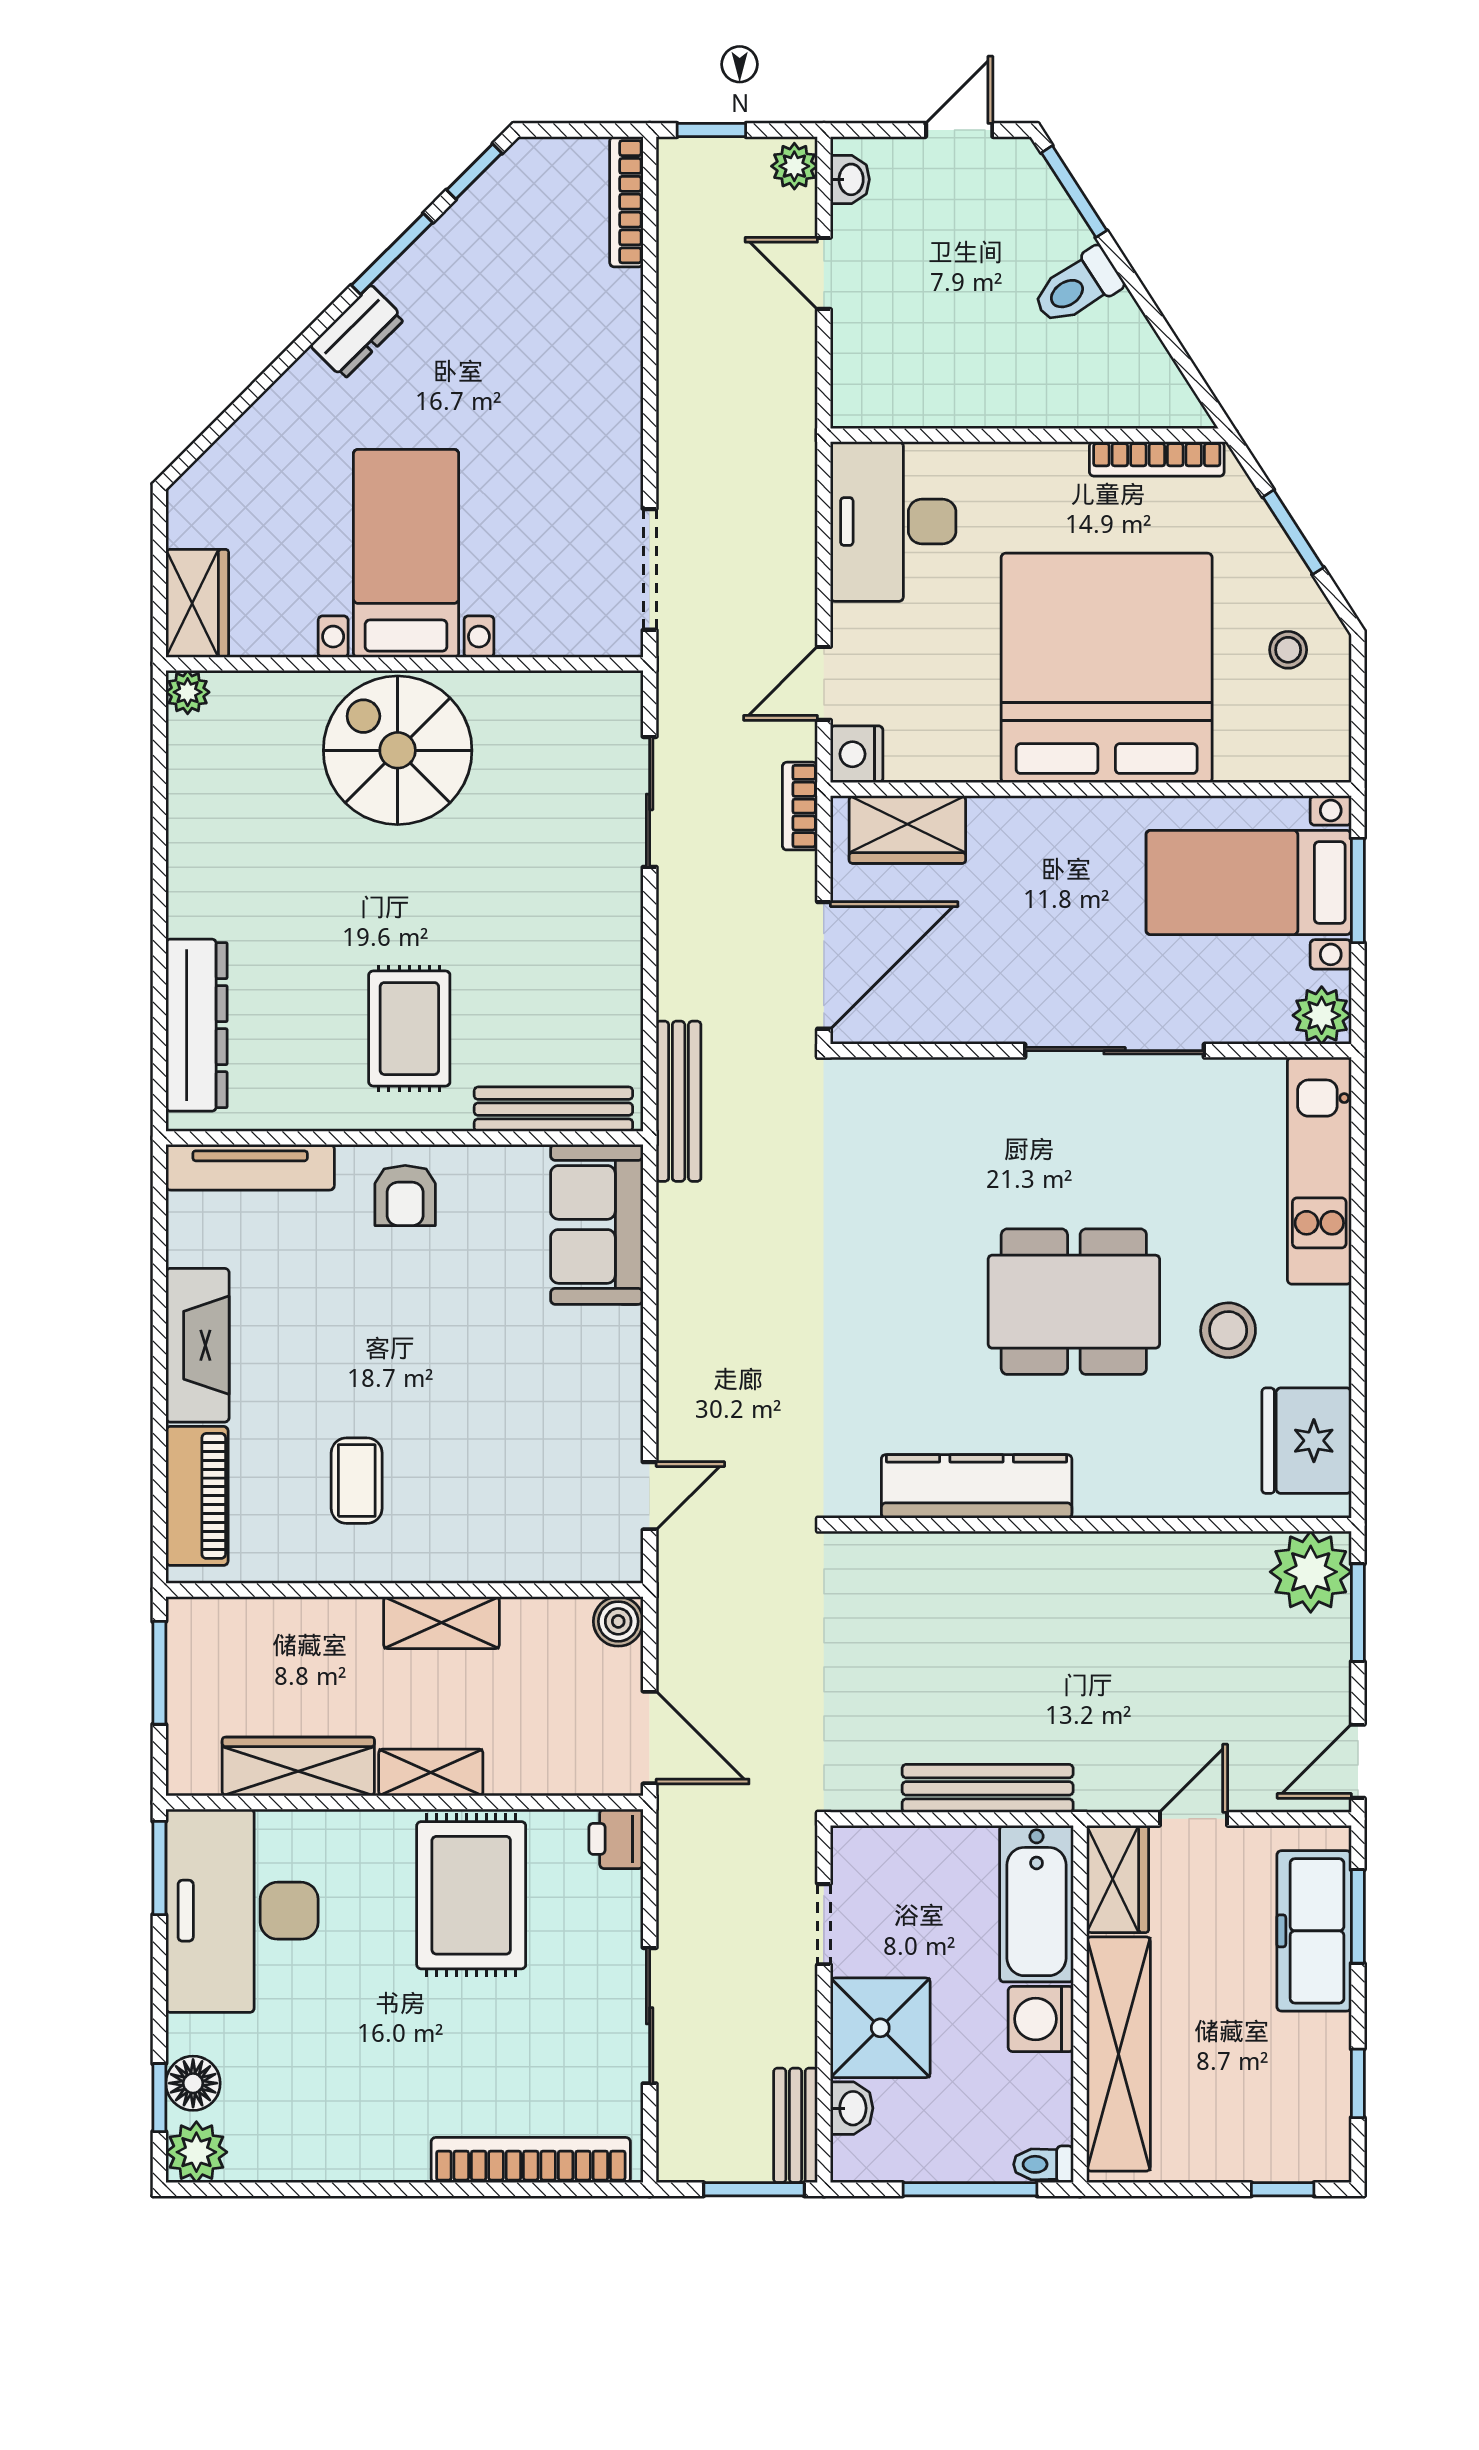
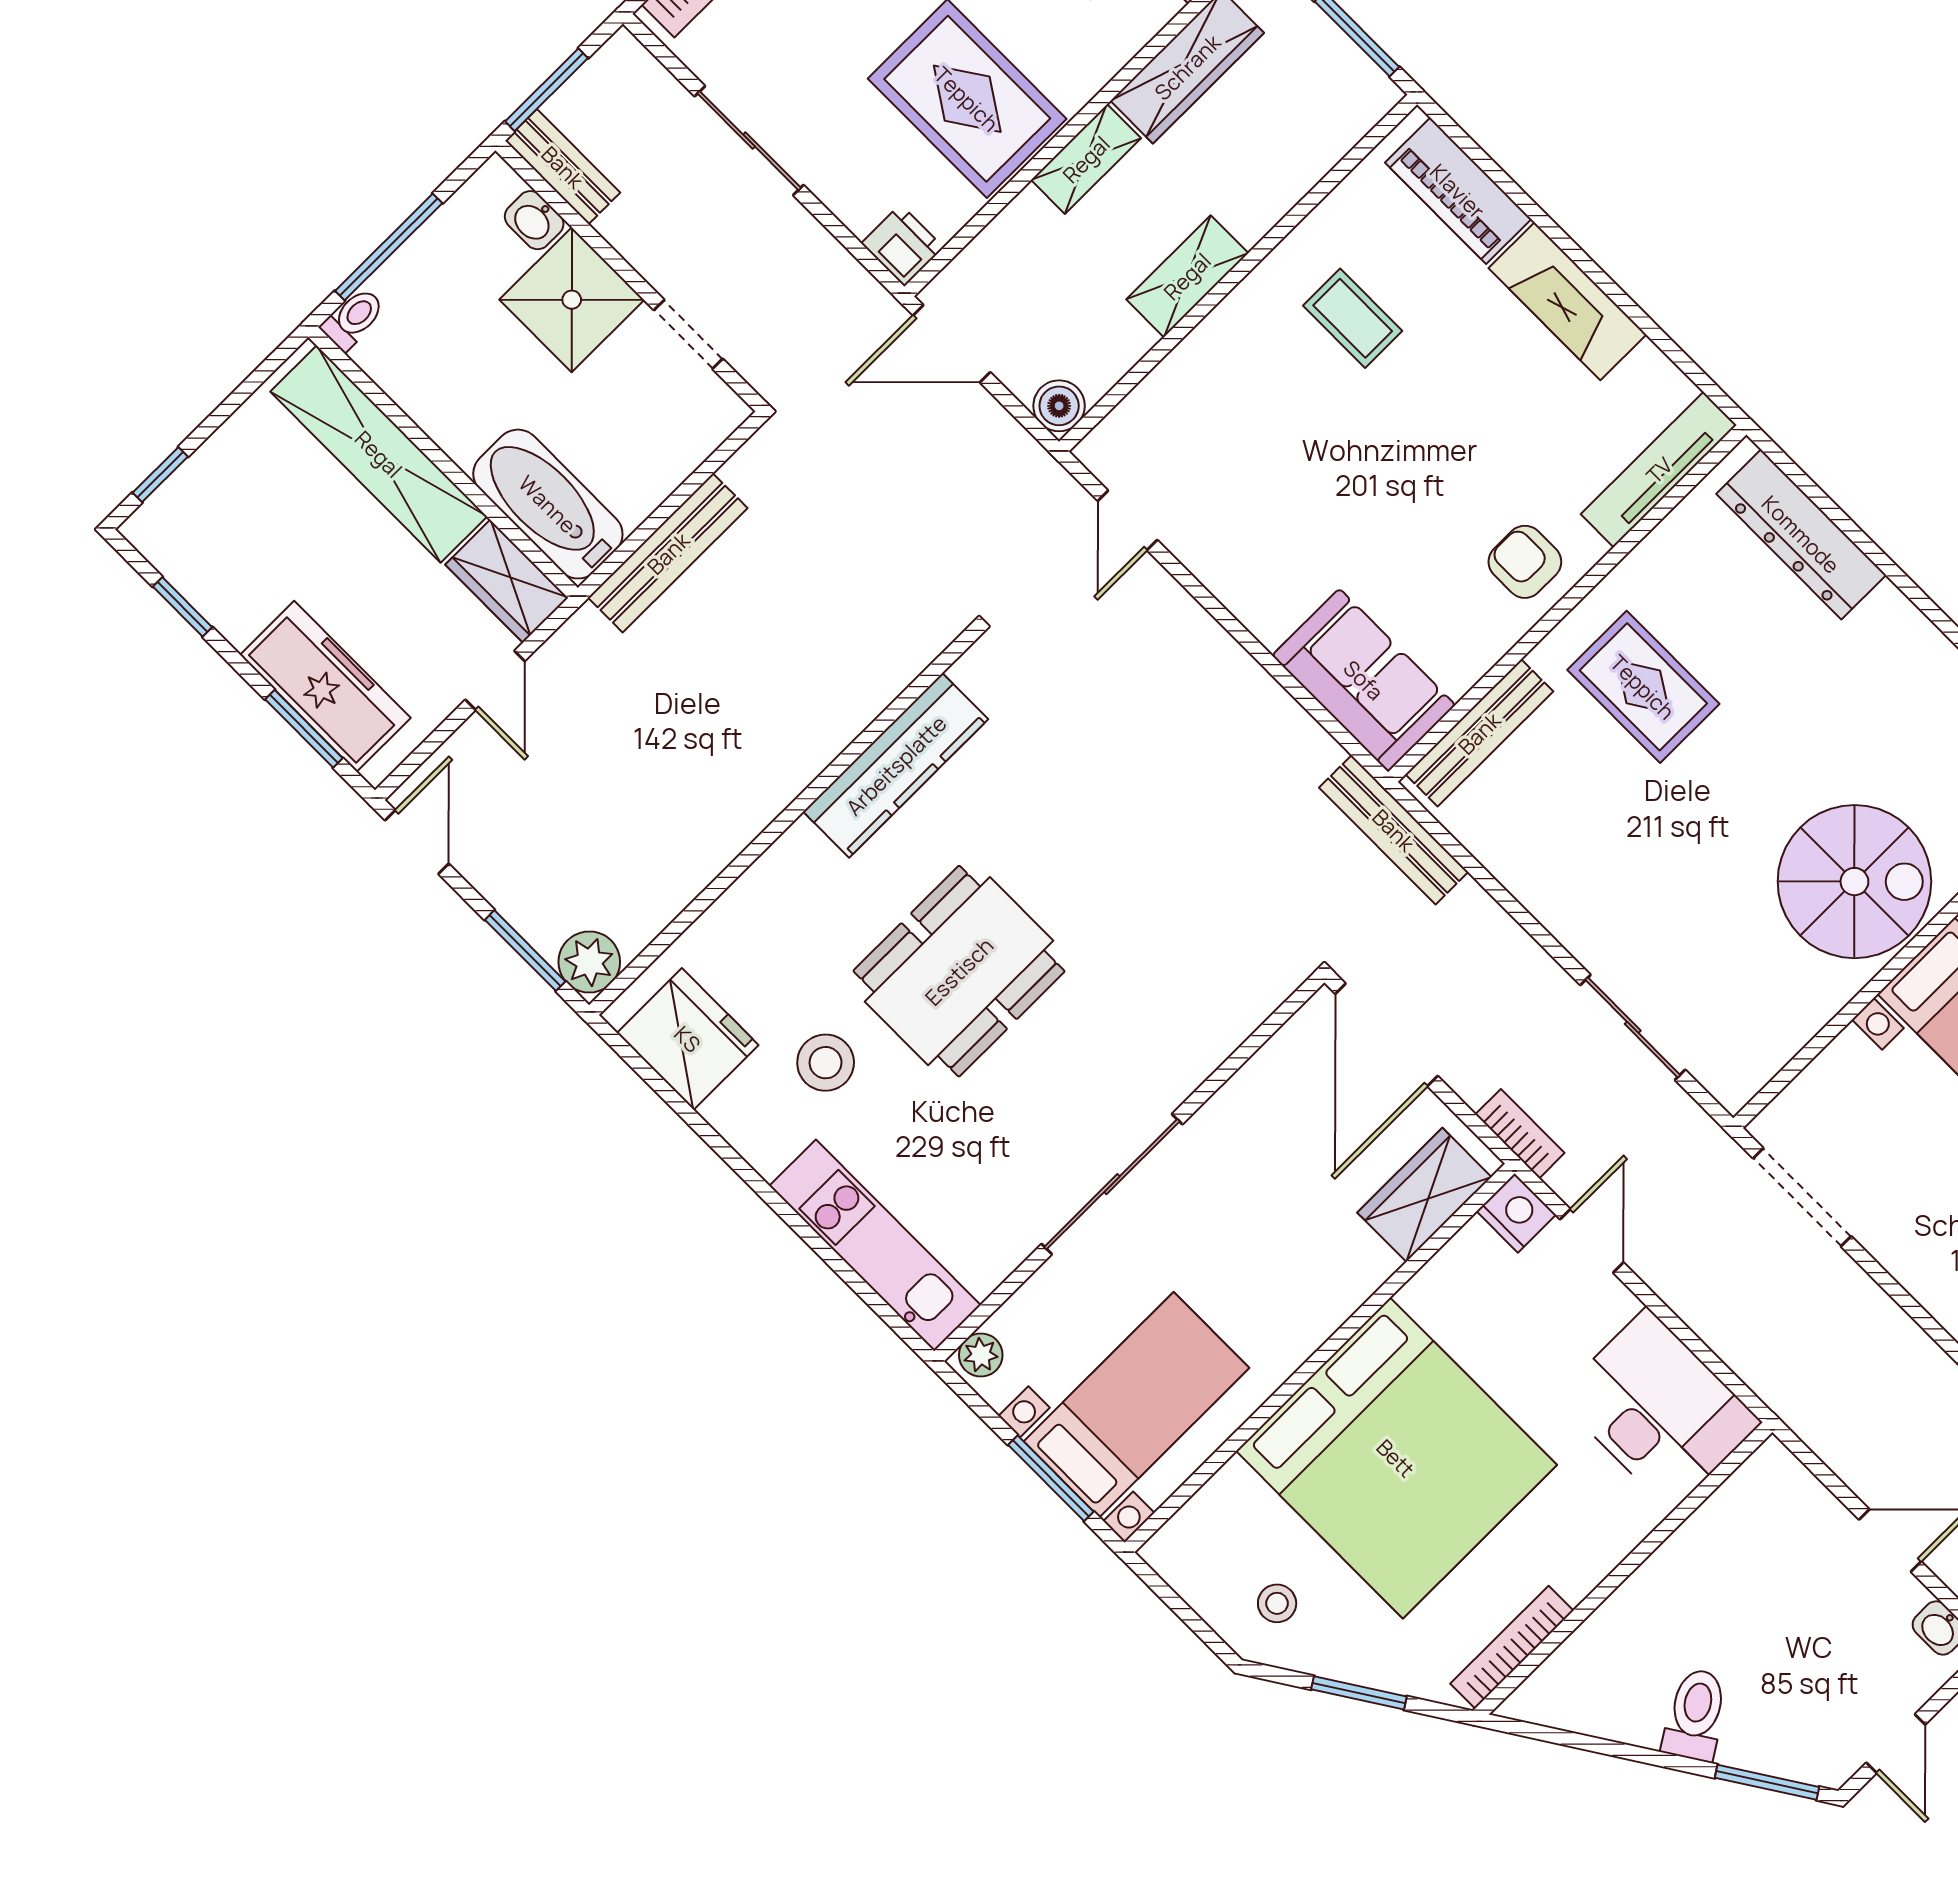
plant: (1322, 1015) -> (981, 1355), width x0.73, depth x0.73
plant: (1311, 1572) -> (589, 962), width x0.73, depth x0.73
washing machine: (1041, 2019) -> (461, 423), removed

